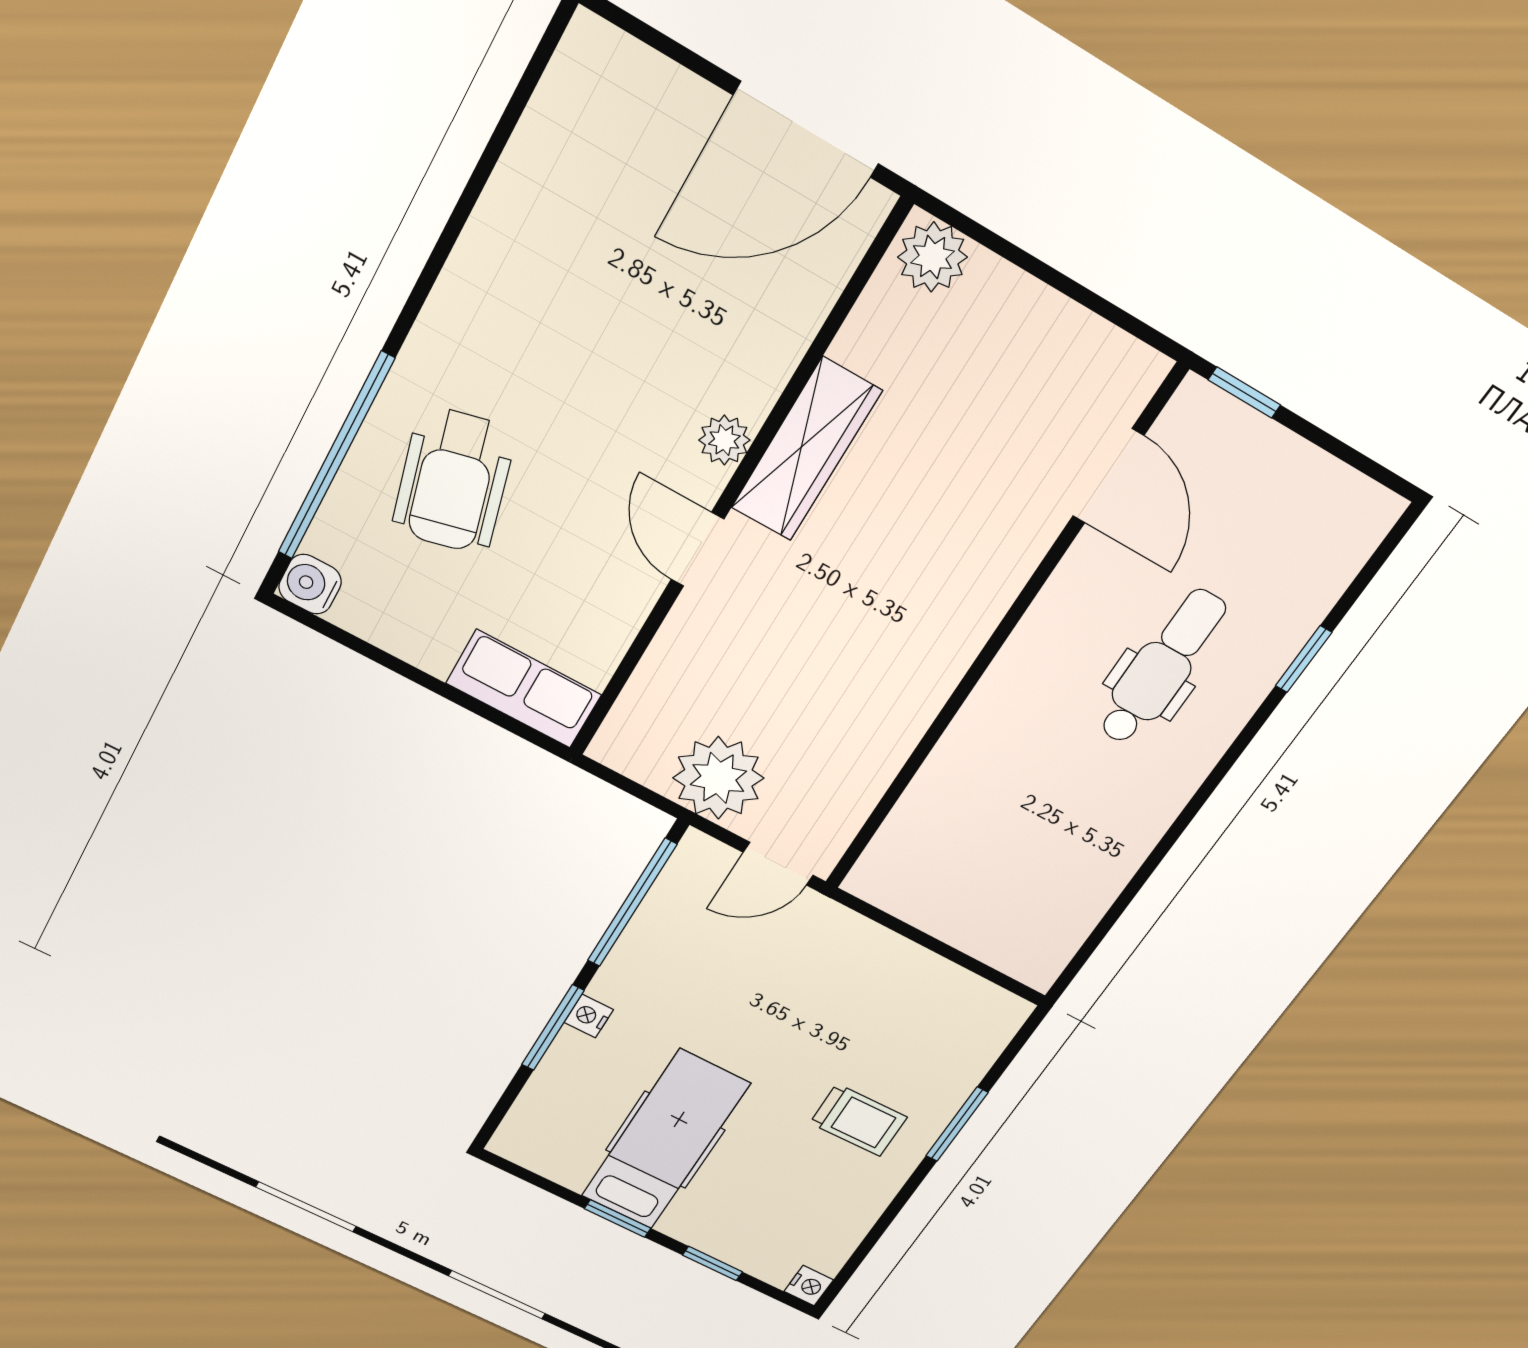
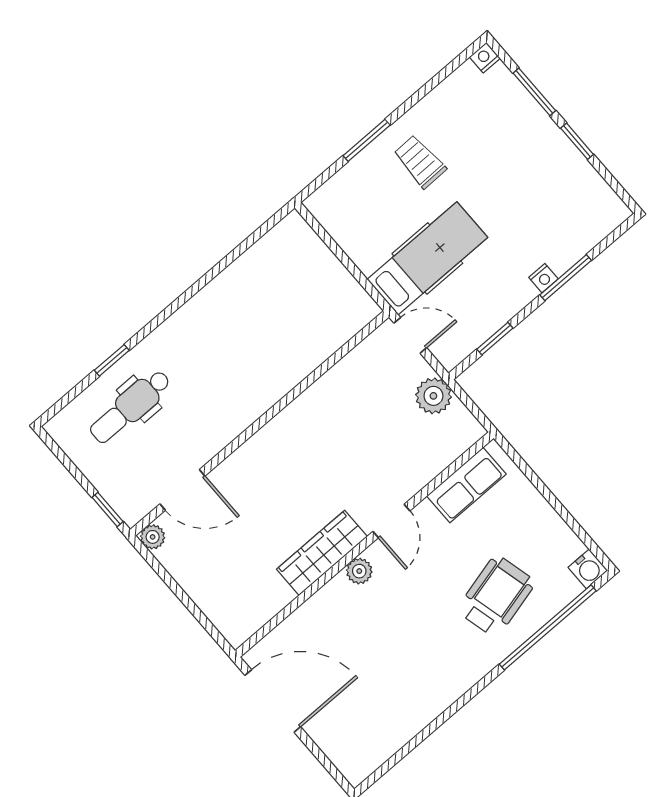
plant: (933, 257) -> (153, 537), moved, width x0.73, depth x0.73
door: (1108, 476) -> (182, 490), swing flipped
dental chair: (1162, 667) -> (130, 407), moved
row of seats: (524, 689) -> (466, 485), moved, turned -90
plant: (718, 778) -> (433, 396), width x0.73, depth x0.73
window: (632, 903) -> (495, 339), width x0.46
hospital bed: (665, 1140) -> (427, 258), moved, turned 180
window: (712, 1264) -> (534, 92), width x1.50

